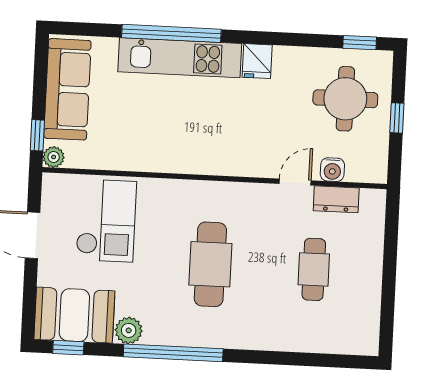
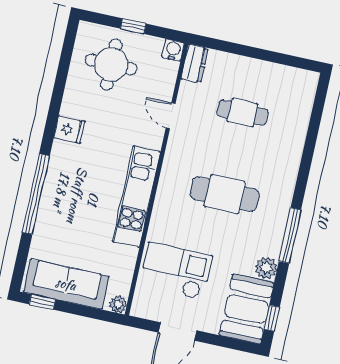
window: (360, 43) -> (68, 46), removed
kitchen unit: (180, 58) -> (136, 197), moved, turned 180
window: (37, 135) -> (42, 302), moved
water cooler: (332, 170) -> (173, 50), moved, turned -90
dresser: (336, 199) -> (195, 63), moved
window: (173, 353) -> (290, 236), width x0.68

